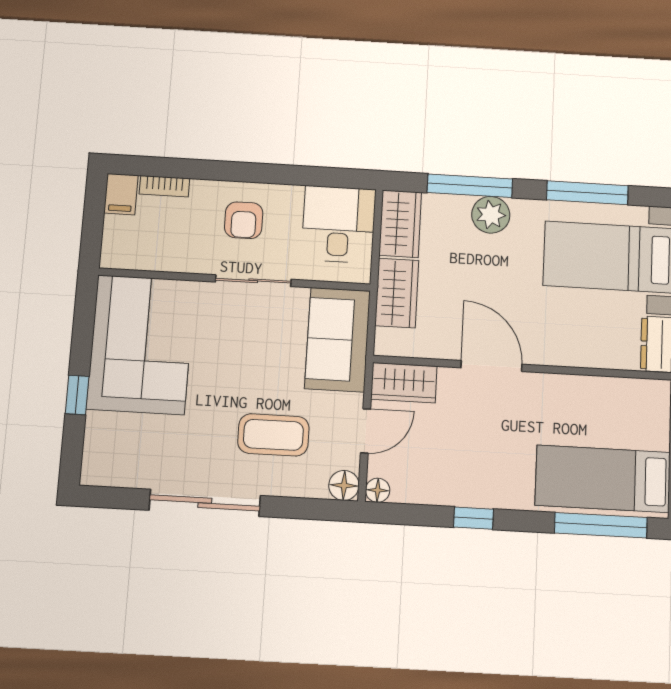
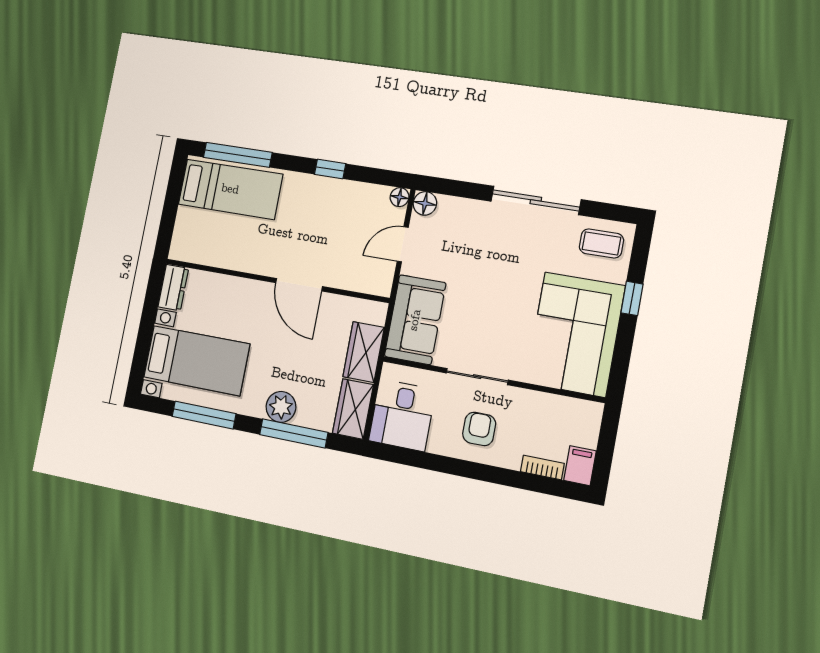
wardrobe: (404, 383) -> (368, 279), removed
coffee table: (273, 435) -> (601, 243), moved, width x0.73, depth x0.77

